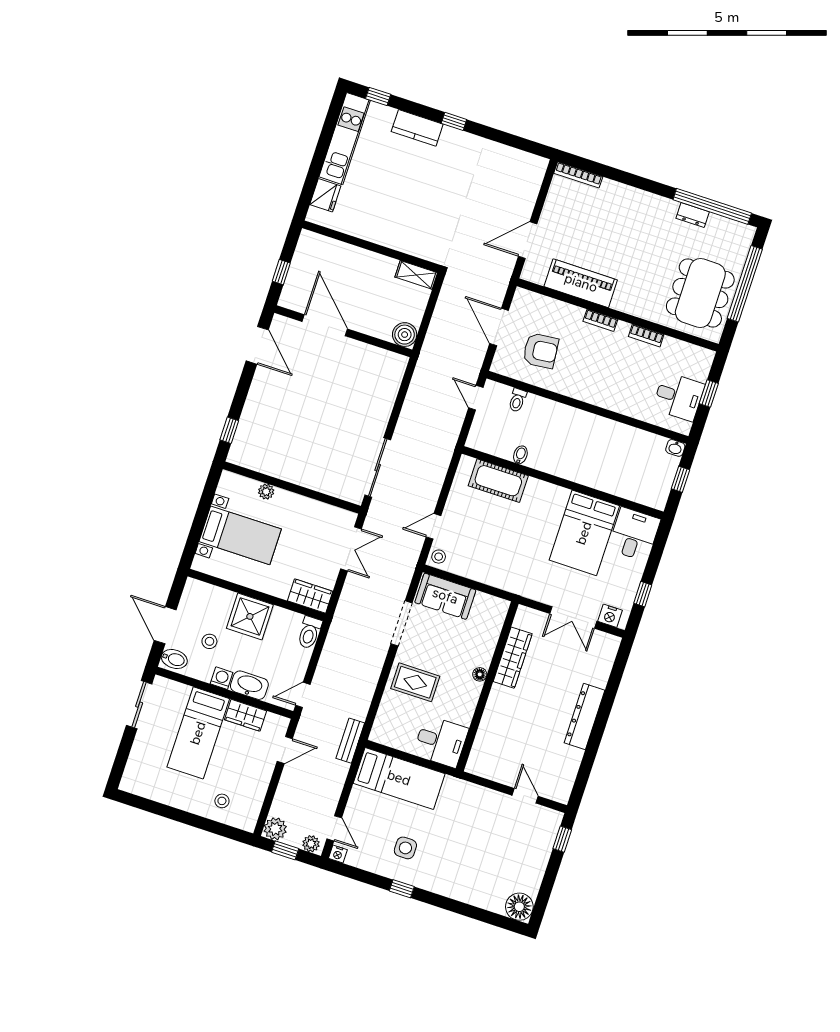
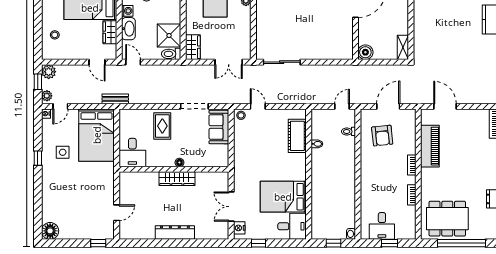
shower: (250, 616) -> (169, 36), moved
wardrobe: (513, 658) -> (177, 179), moved
bed: (399, 778) -> (97, 135), width x1.50

